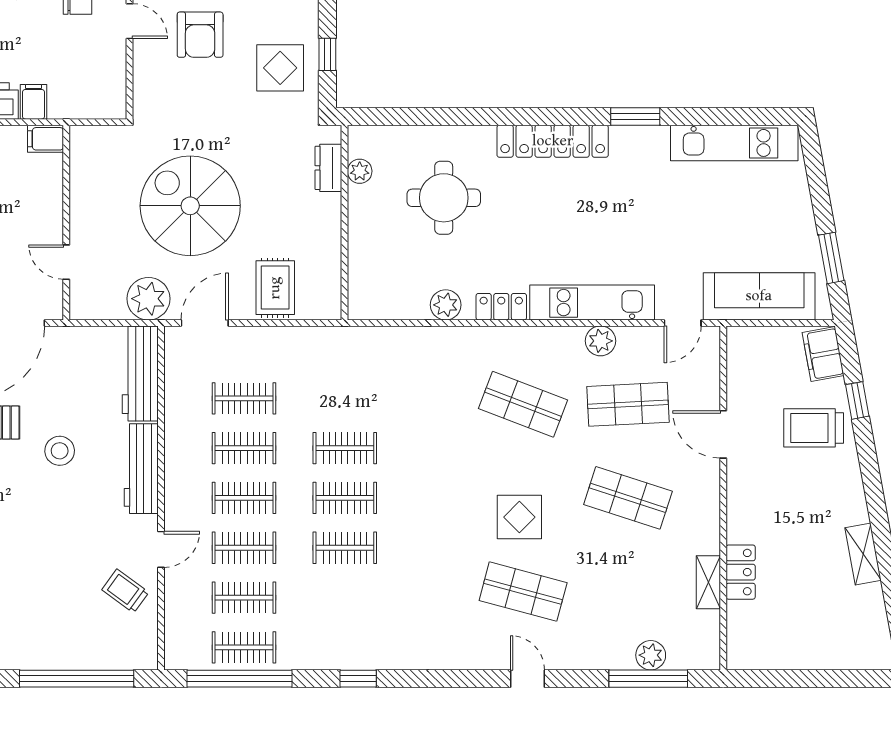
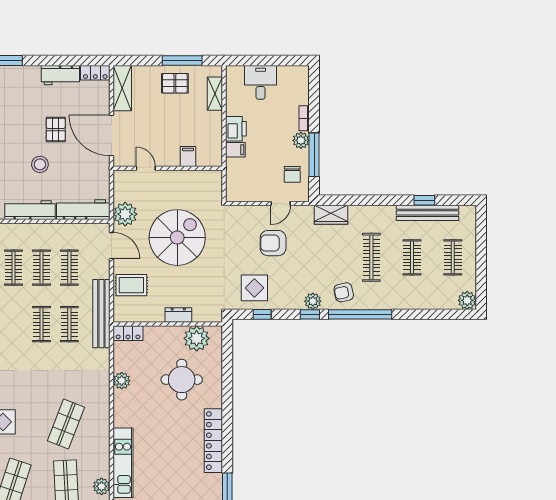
filing cabinet: (46, 139) -> (188, 156), moved
dresser: (328, 168) -> (178, 315), moved
plant: (360, 171) -> (197, 338), width x1.88, depth x1.88
door: (66, 262) -> (146, 168), hinge flipped
locker: (501, 307) -> (128, 333), moved, turned 90
bench: (326, 341) -> (101, 314), added
plant: (600, 341) -> (102, 486), moved
clothes rail: (345, 498) -> (69, 324), moved

